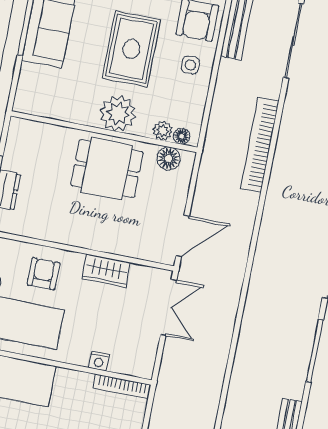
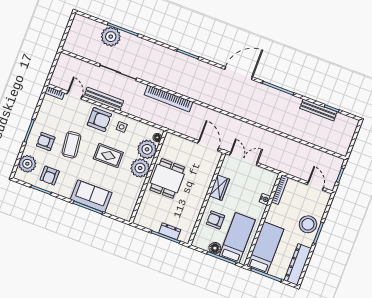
rug: (131, 49) -> (108, 156), width x0.73, depth x0.70
plant: (163, 131) -> (147, 149), width x1.88, depth x1.88
floor lamp: (169, 158) -> (167, 146), removed

